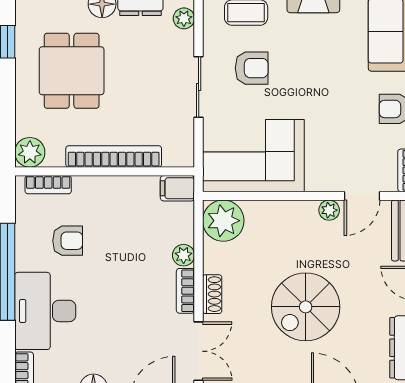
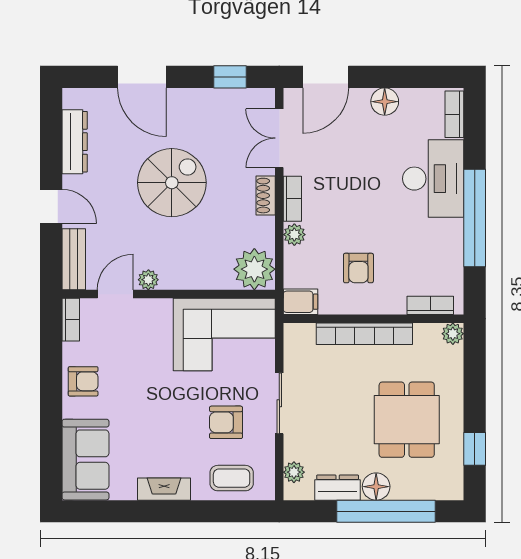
plant: (30, 152) -> (453, 334), width x0.73, depth x0.73
armchair: (68, 241) -> (358, 268), moved, turned -90

